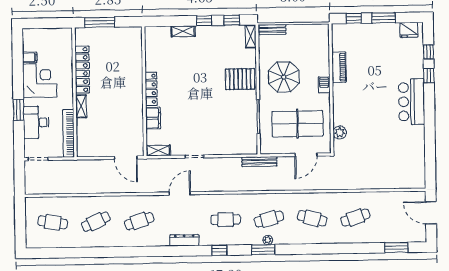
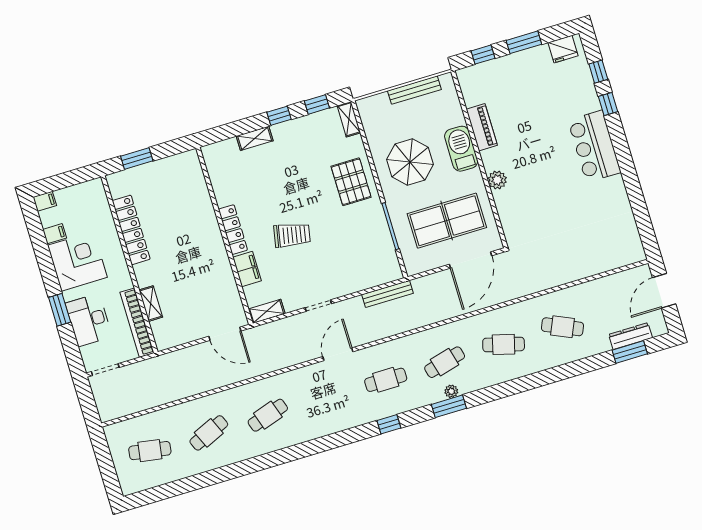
window: (100, 22) -> (137, 158), width x0.69
bench: (272, 30) -> (414, 90), moved, width x1.36
filing cabinet: (29, 34) -> (45, 201), added
pallet: (240, 79) -> (351, 182), turned 90
barbecue: (324, 85) -> (461, 149), width x1.88, depth x1.53
trolley: (190, 104) -> (292, 235), added
shelving: (81, 106) -> (151, 304), moved
plant: (340, 132) -> (497, 180), moved
door: (306, 155) -> (471, 260), width x1.36
bench: (259, 162) -> (388, 294), moved
door: (180, 193) -> (338, 354), moved
door: (431, 213) -> (664, 291), hinge flipped
cafe table: (355, 218) -> (562, 327), turned 42
dresser: (184, 240) -> (630, 336), moved

